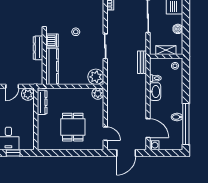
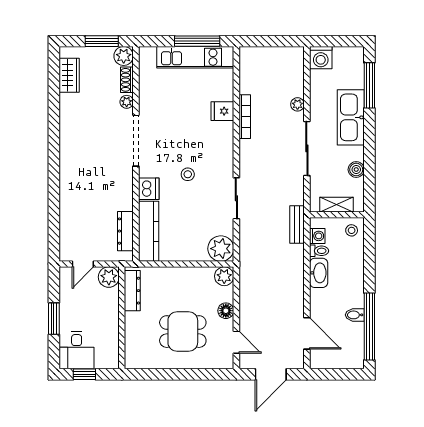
dresser: (38, 48) -> (125, 231), moved
floor lamp: (99, 114) -> (226, 311), added
dining table: (73, 127) -> (183, 332), turned 90
washing machine: (154, 145) -> (317, 236), moved

